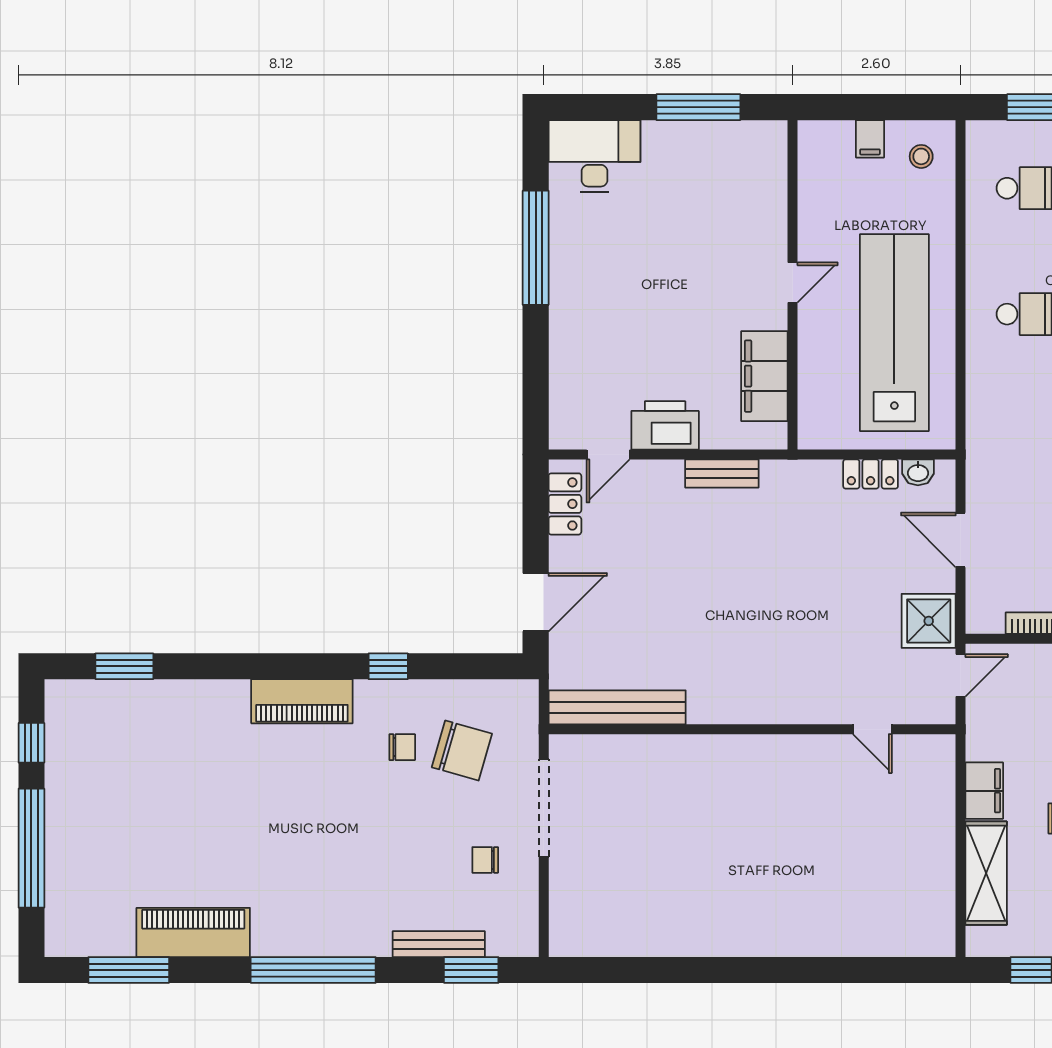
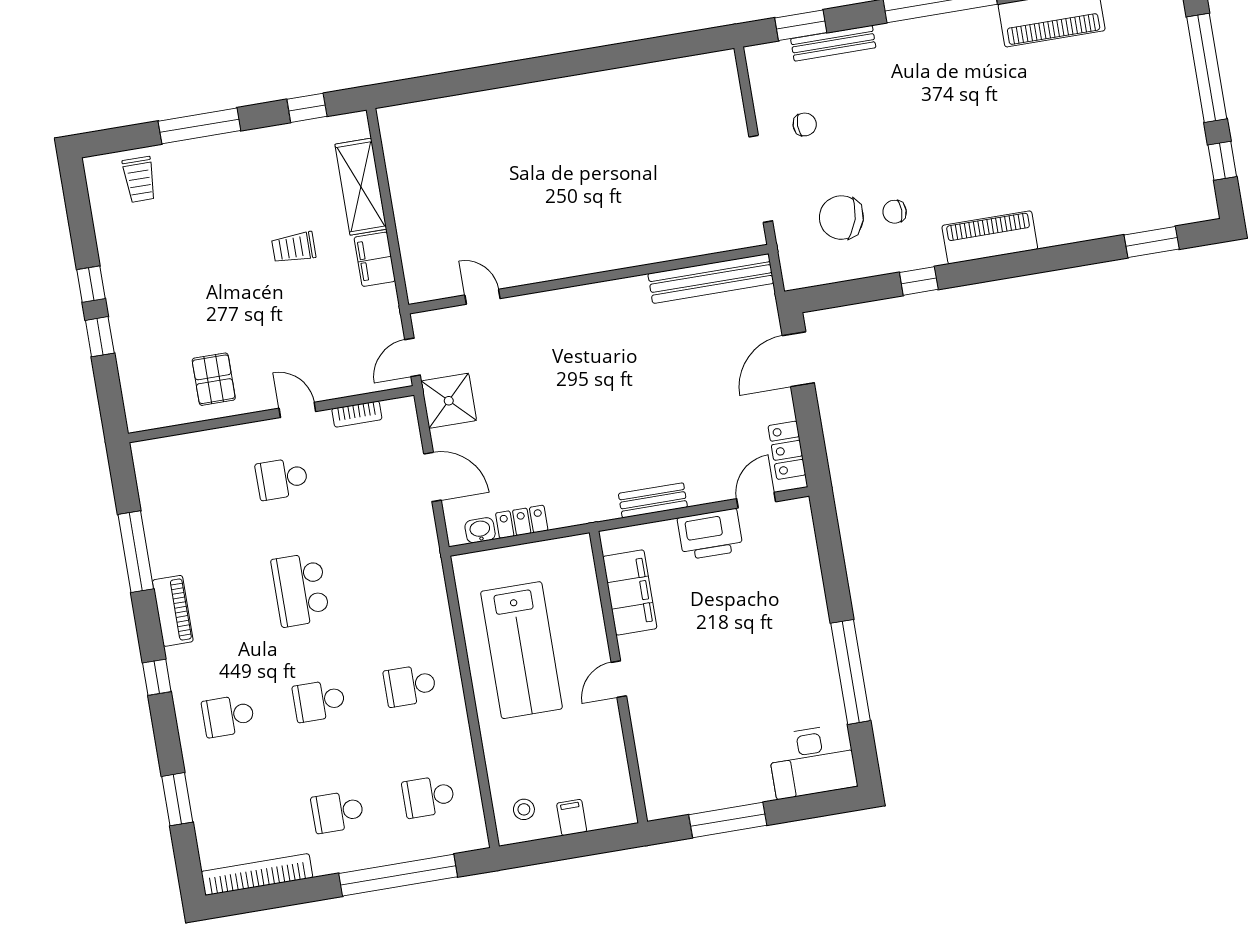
lab bench: (894, 333) -> (522, 650), width x0.73

